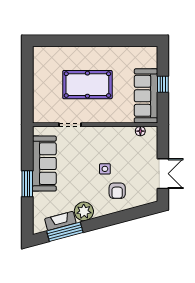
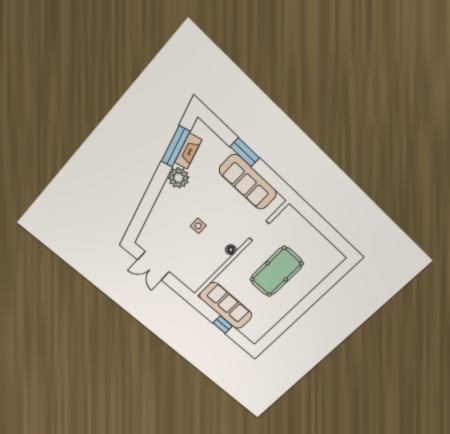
floor lamp: (140, 131) -> (231, 250), moved
armchair: (117, 191) -> (172, 219), removed

